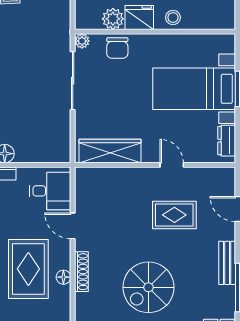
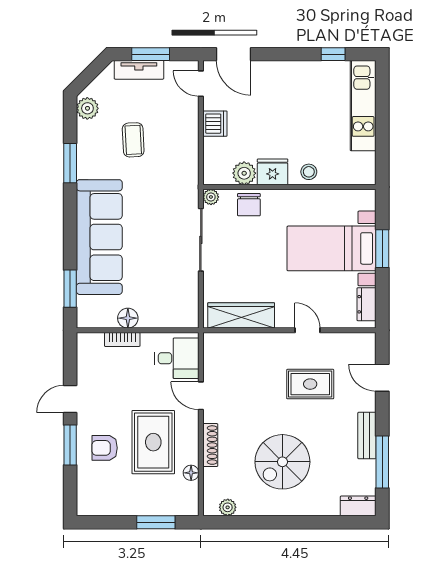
floor lamp: (63, 277) -> (191, 473), moved

